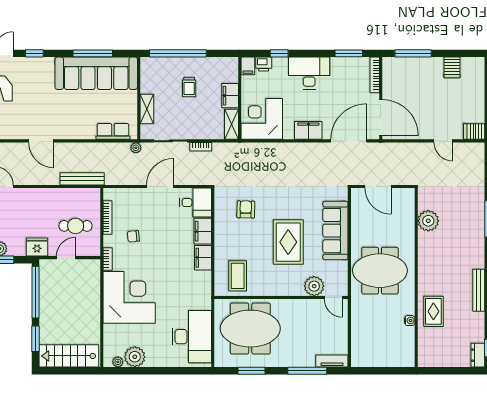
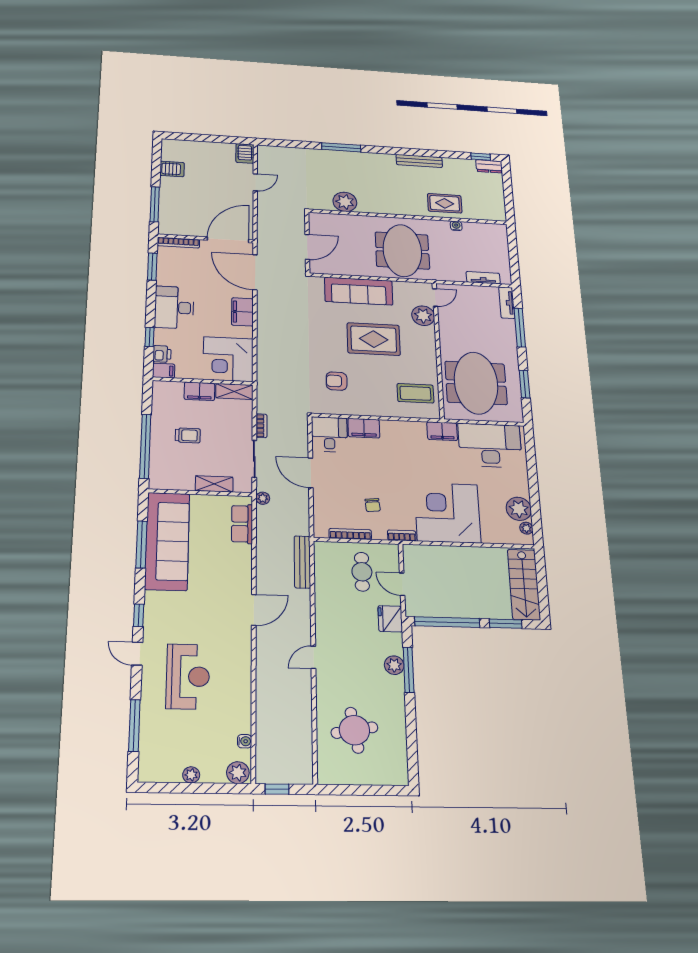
filing cabinet: (203, 258) -> (442, 431), moved
tv unit: (356, 342) -> (483, 278), added

